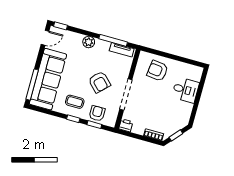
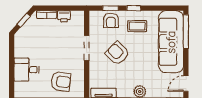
doorway: (126, 95) -> (87, 48), width x0.73
printer: (126, 125) -> (64, 16), moved

